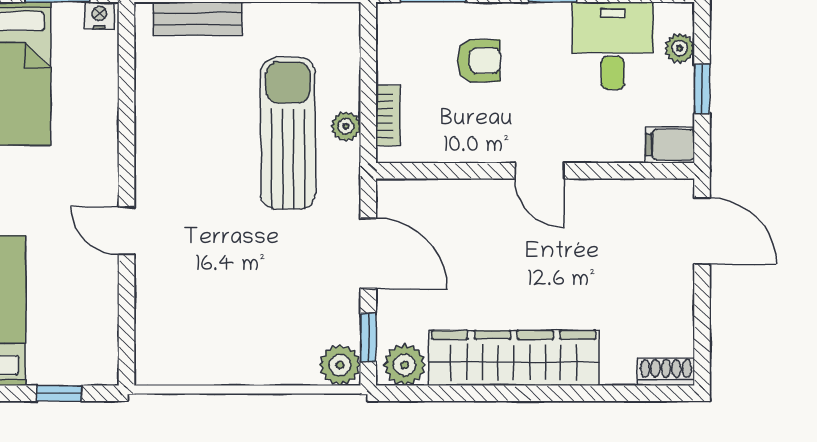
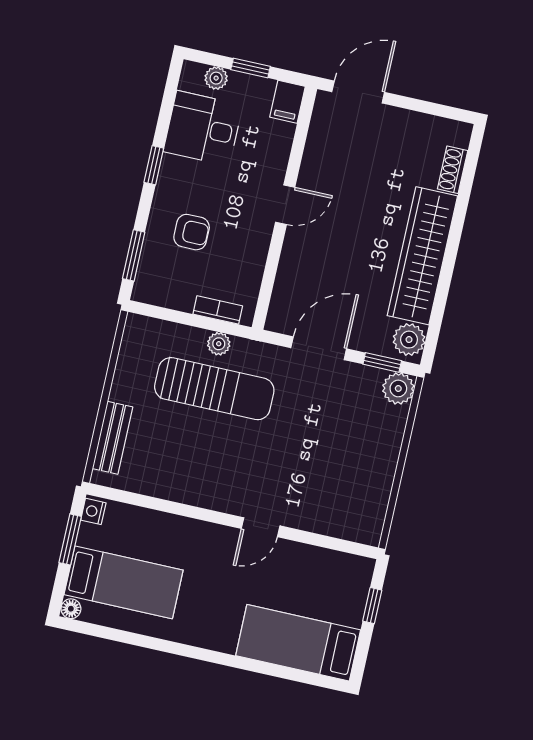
armchair: (479, 61) -> (192, 232), turned 90
sun lounger: (288, 133) -> (214, 389), turned 180
shoe rack: (666, 372) -> (453, 170), moved

